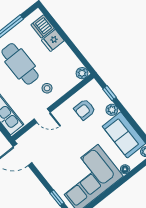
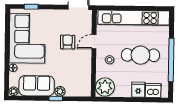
plant: (82, 73) -> (105, 87), width x1.87, depth x1.87
window: (109, 93) -> (56, 99), moved
armchair: (85, 110) -> (68, 42), moved

